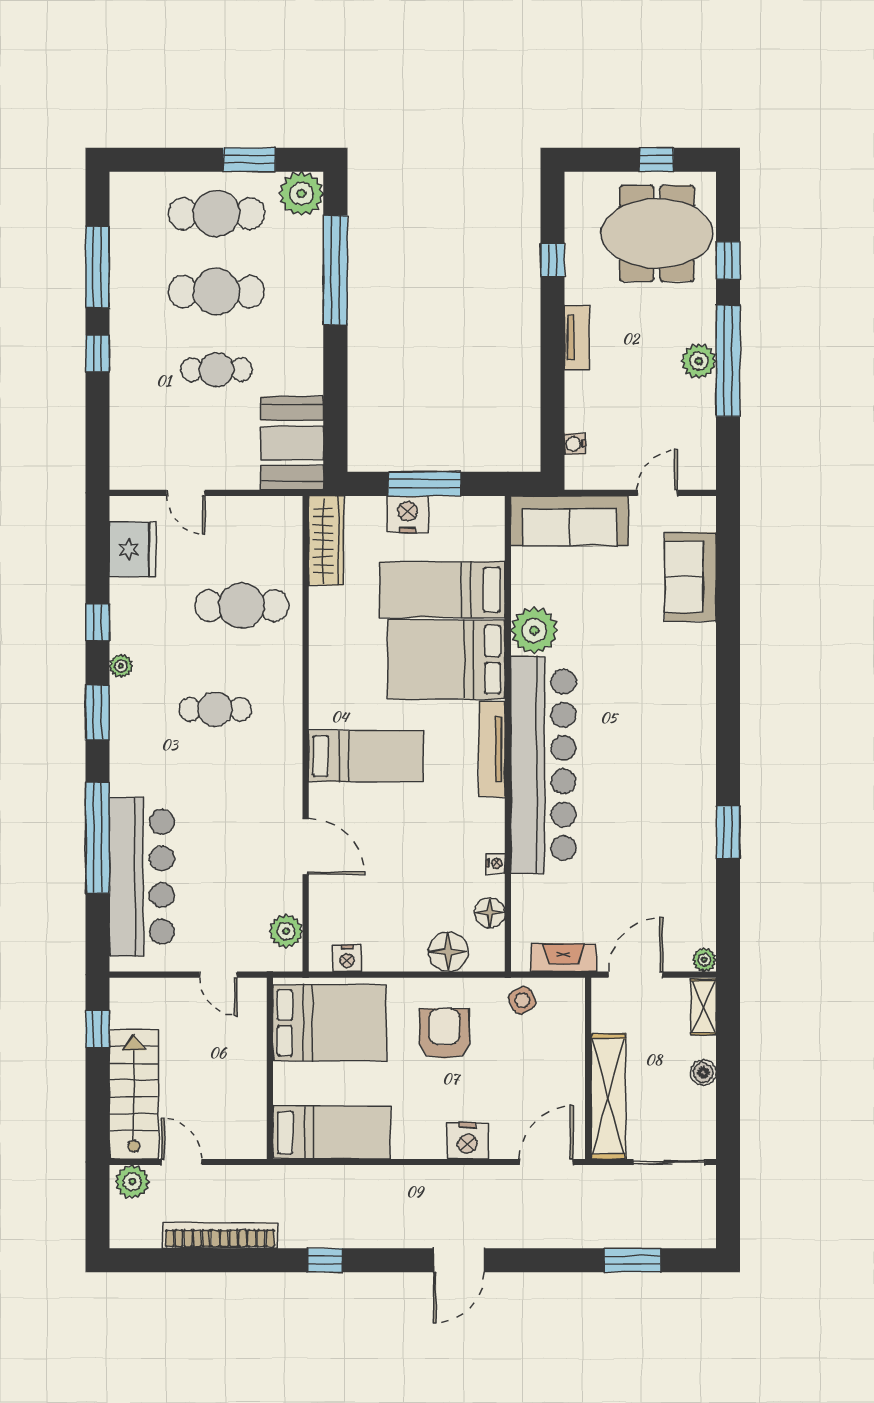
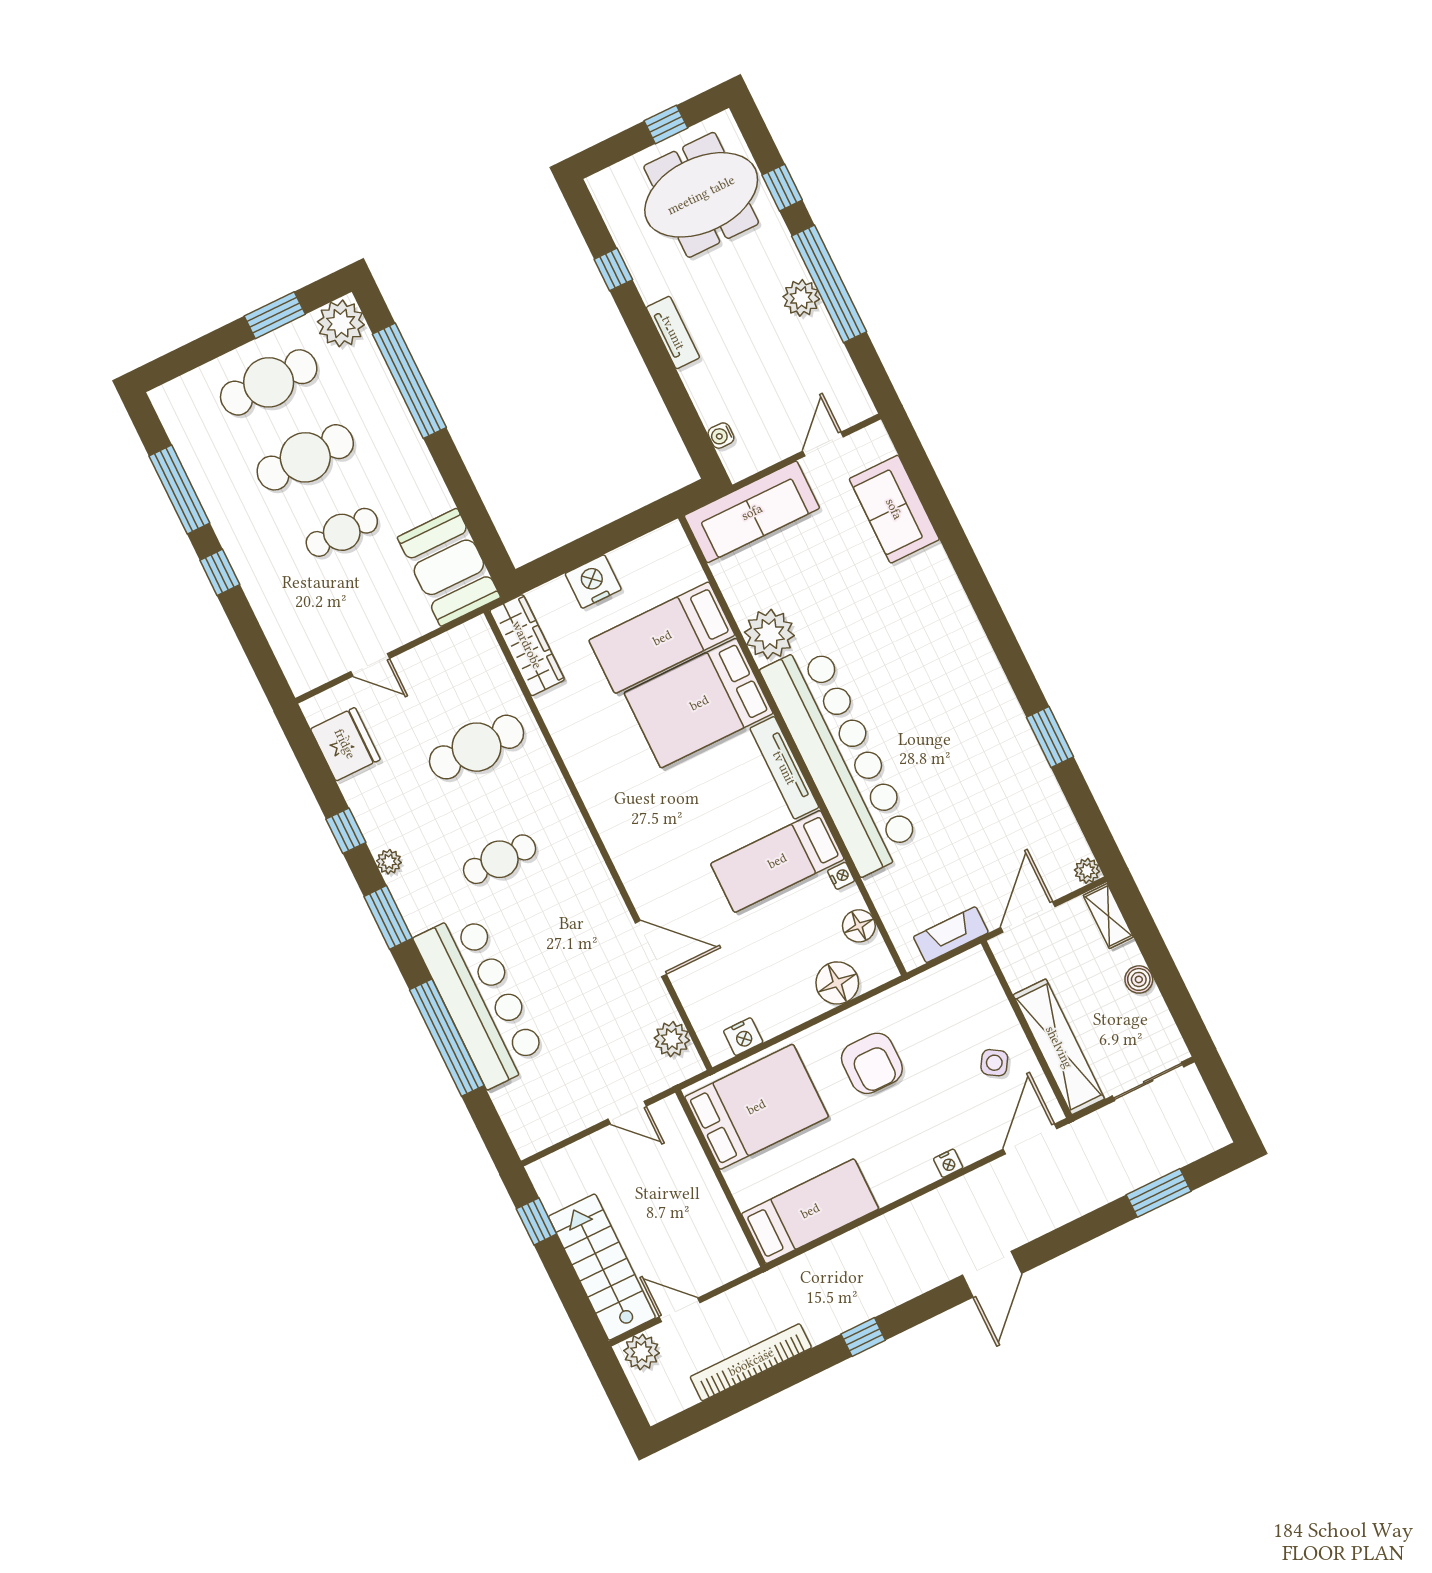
window: (425, 484) -> (595, 544), removed
bed: (366, 756) -> (777, 861), moved, turned 180
bar counter: (142, 877) -> (481, 999), moved
side table: (522, 1000) -> (994, 1063), moved, turned -30
armchair: (444, 1034) -> (872, 1063), turned 180
nightstand: (468, 1141) -> (948, 1163), width x0.53, depth x0.56

